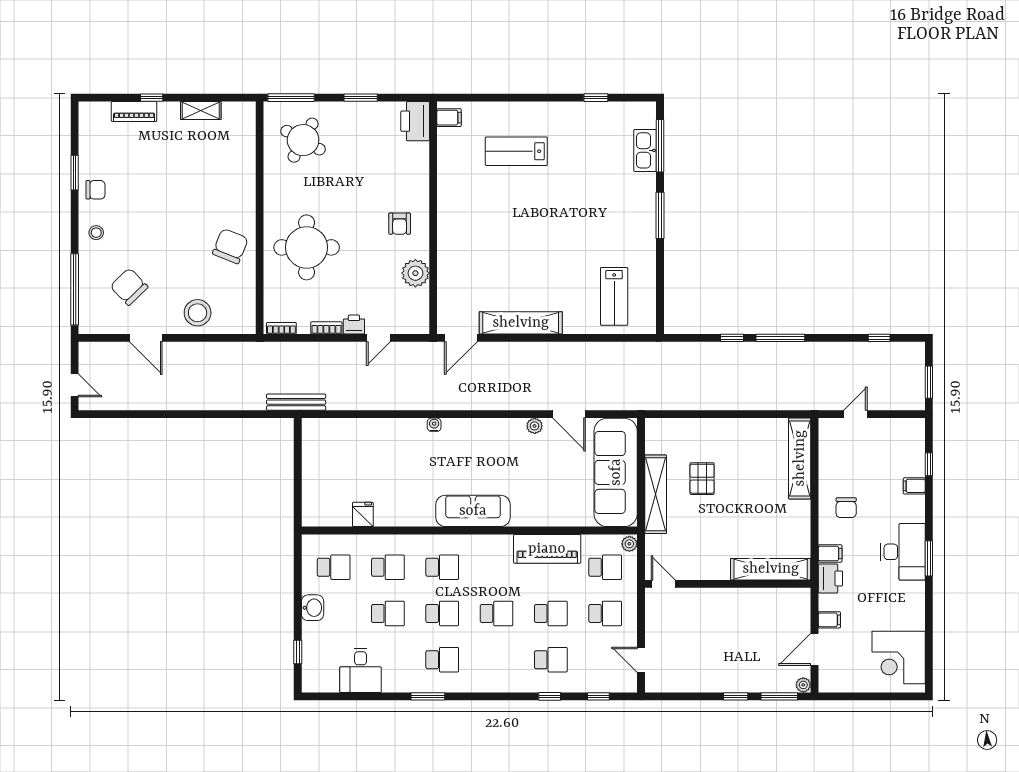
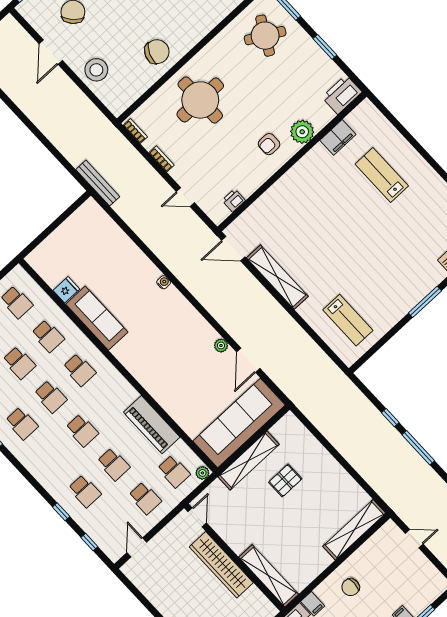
filing cabinet: (449, 118) -> (338, 137), moved, width x2.00
plant: (415, 273) -> (302, 132), moved
lab bench: (614, 296) -> (348, 320), turned -90
printer: (354, 325) -> (234, 200), moved, turned -90
sofa: (473, 511) -> (97, 318), moved
wardrobe: (723, 601) -> (221, 565), added

